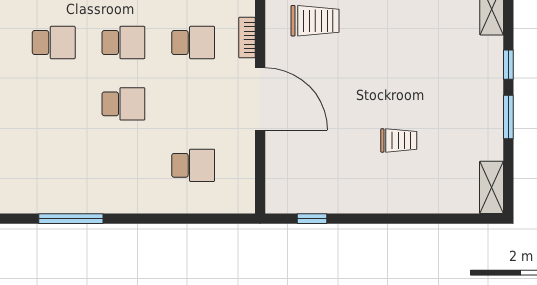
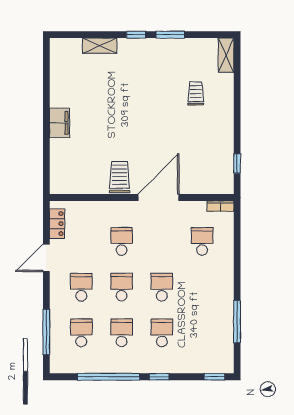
trolley: (315, 21) -> (119, 177), moved
bookcase: (247, 38) -> (220, 206), moved
school desk: (54, 104) -> (162, 333), added
trolley: (399, 140) -> (196, 93), moved
shelving: (491, 187) -> (226, 55), moved, turned 90

